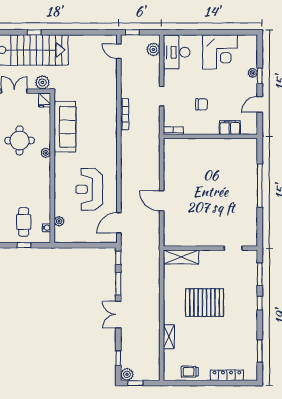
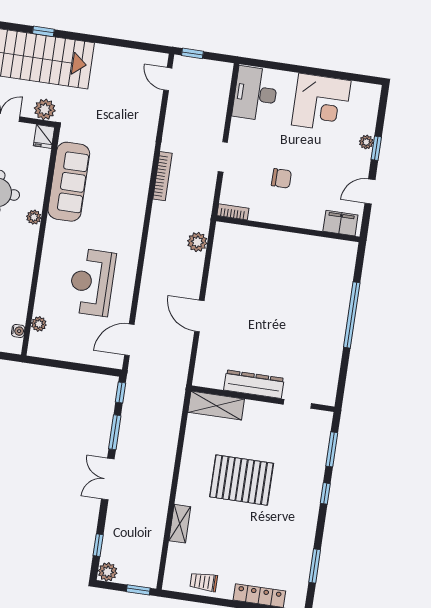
plant: (153, 49) -> (197, 242), moved
filing cabinet: (230, 128) -> (340, 223), moved
dresser: (203, 240) -> (254, 384), added
window: (135, 383) -> (138, 590), moved

